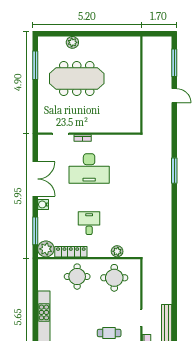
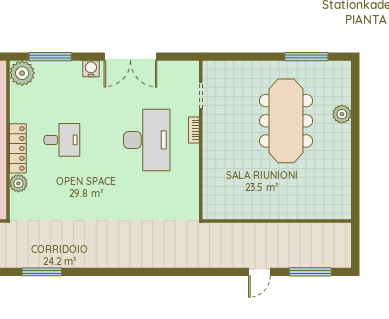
desk: (89, 168) -> (147, 140), turned 180
window: (174, 171) -> (42, 272), moved
locker: (71, 252) -> (18, 148), moved

